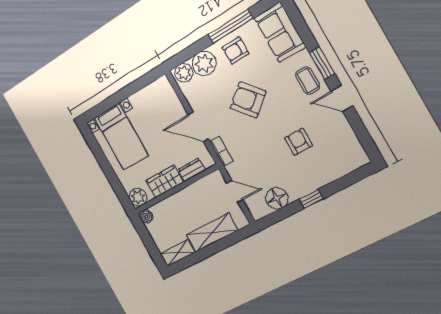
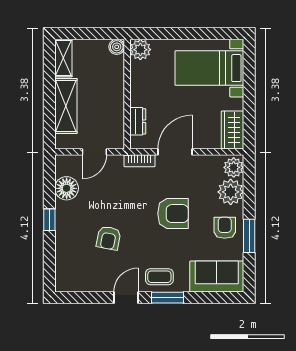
window: (231, 26) -> (249, 236), width x0.69
armchair: (248, 100) -> (173, 214), turned 40
armchair: (299, 142) -> (109, 238), turned 101
wardrobe: (165, 182) -> (233, 130), moved, turned 180

